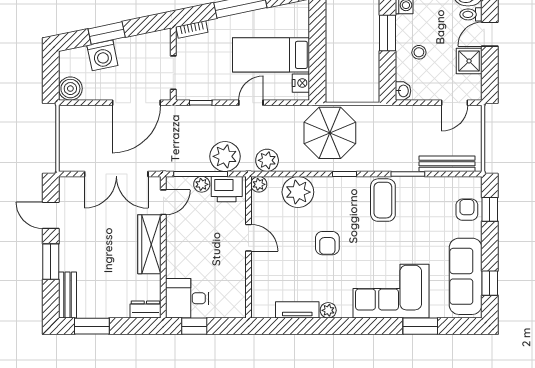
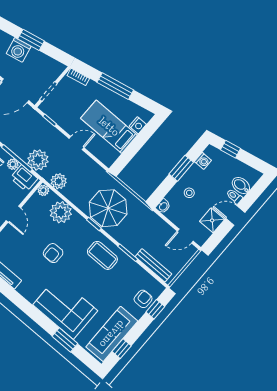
nightstand: (301, 83) -> (138, 125), moved
parasol: (330, 133) -> (108, 208), moved
coffee table: (383, 200) -> (102, 255), turned 90
plant: (328, 310) -> (23, 289), removed

